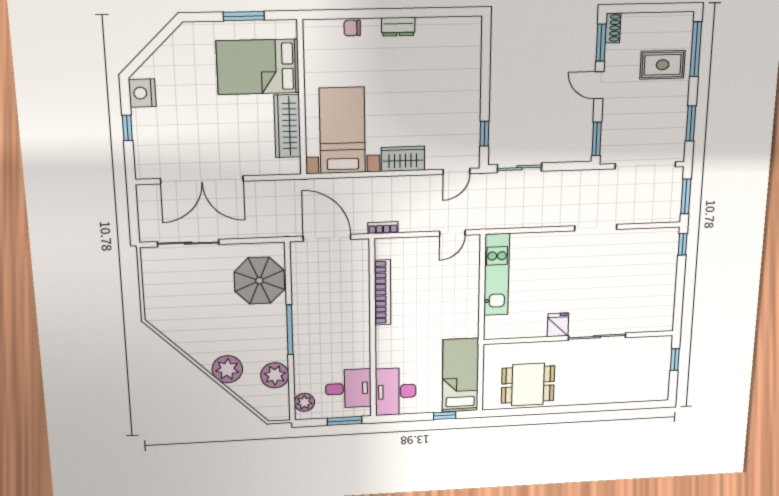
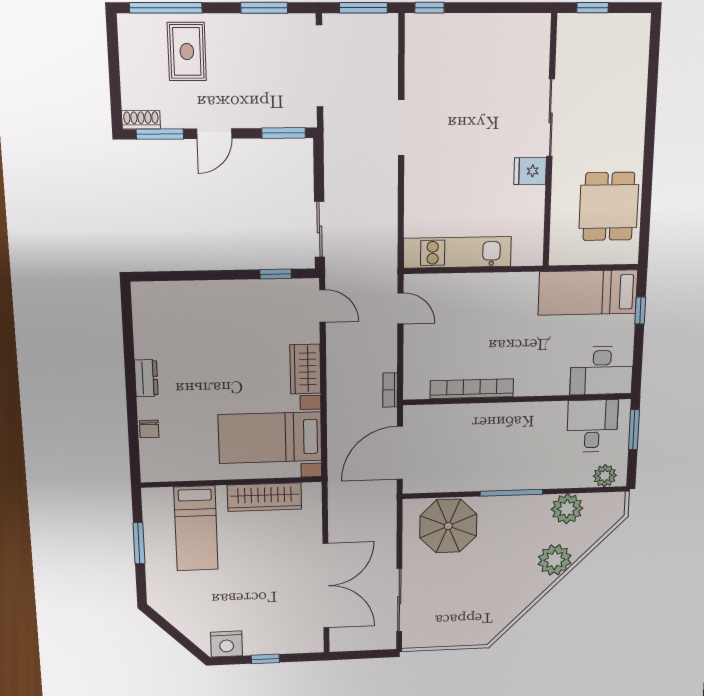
bed: (258, 67) -> (196, 528), width x0.67

